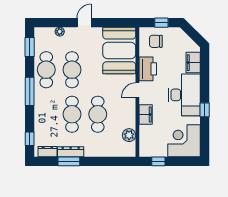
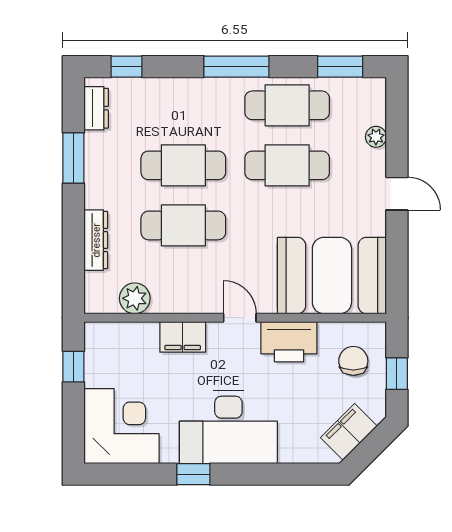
filing cabinet: (193, 63) -> (349, 432), moved, turned -45
dresser: (71, 152) -> (96, 240), moved

